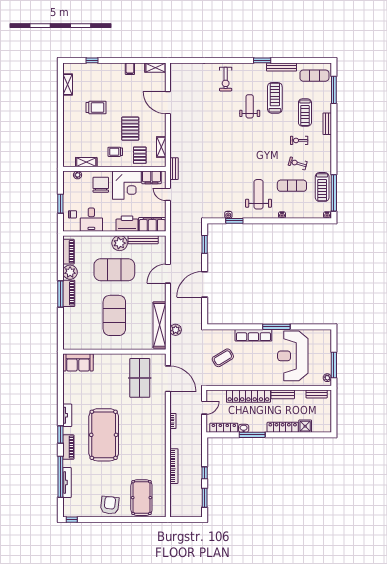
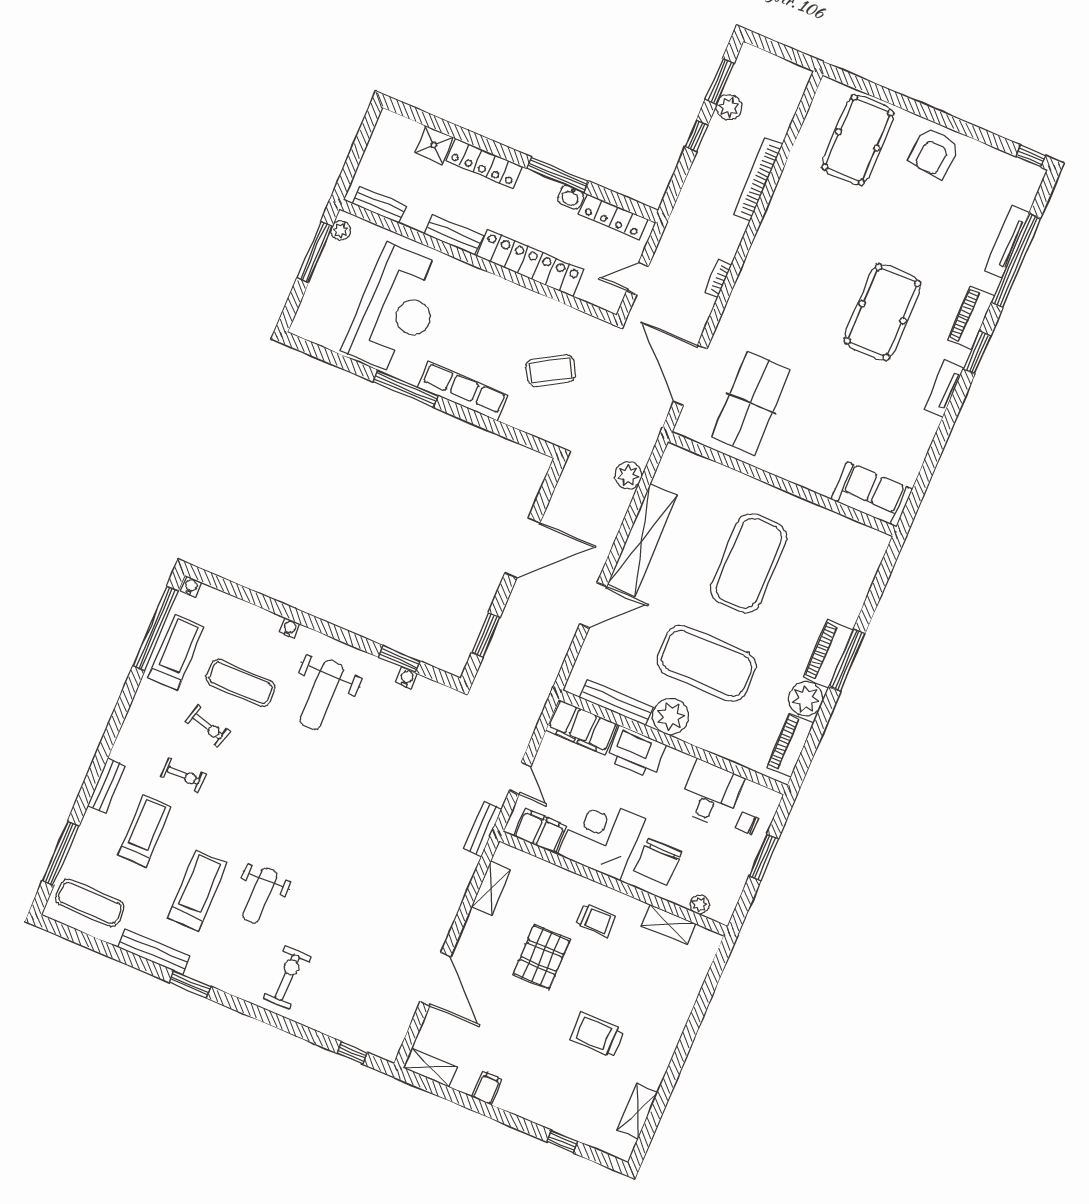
window: (188, 60) -> (352, 1053), added
treadmill: (275, 98) -> (197, 891), turned 180
pallet: (140, 155) -> (545, 890), removed
shelving: (160, 325) -> (642, 540), moved
pool table: (104, 435) -> (882, 312), width x0.73, depth x0.76
plant: (197, 489) -> (729, 107), added

